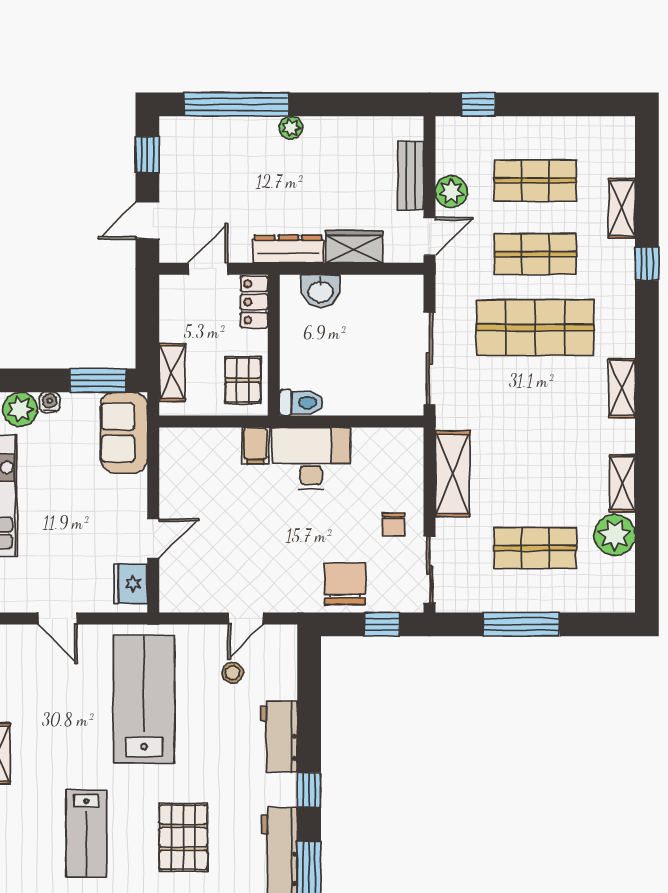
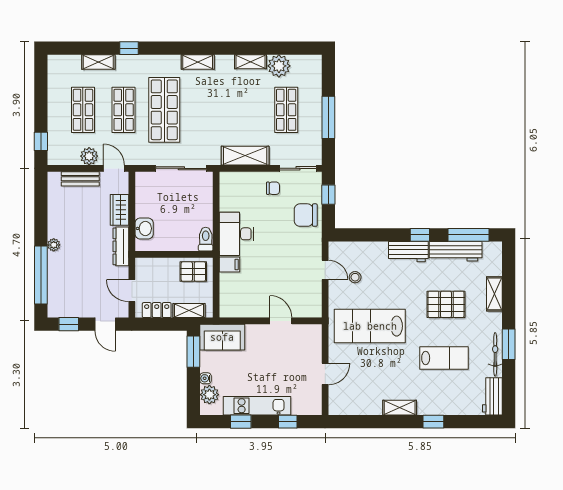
locker: (254, 302) -> (157, 310), moved, turned 180
fridge: (130, 584) -> (306, 334), removed
workbench: (279, 737) -> (408, 252), moved

